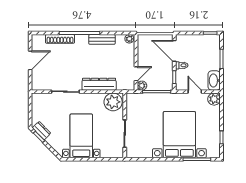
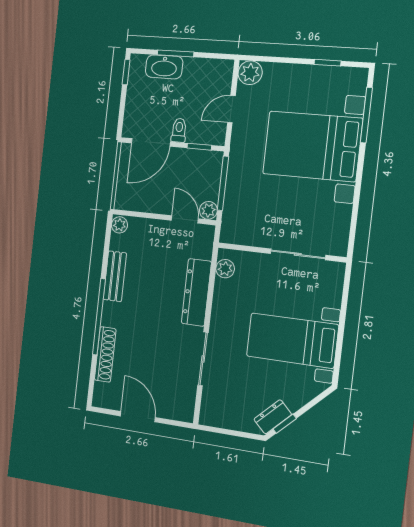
washbasin: (214, 80) -> (164, 67), moved
plant: (113, 102) -> (225, 269), width x0.53, depth x0.53

